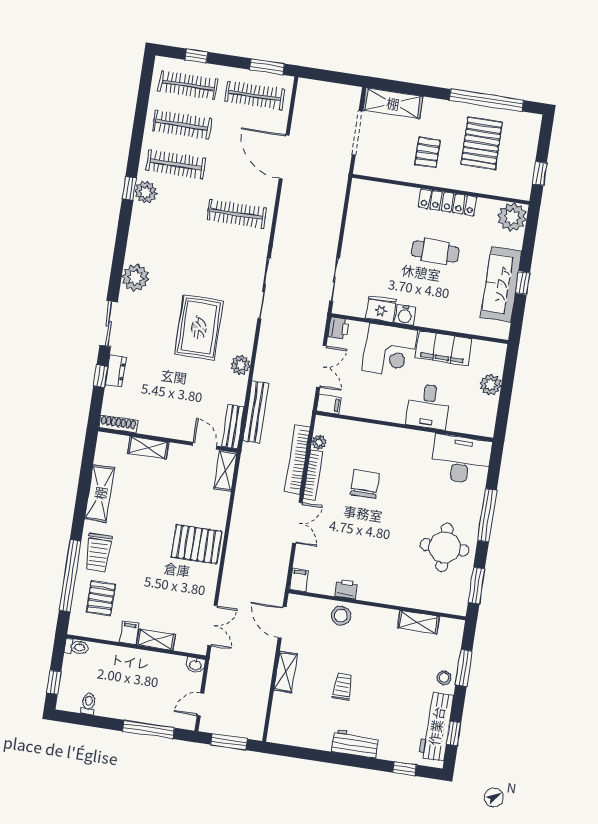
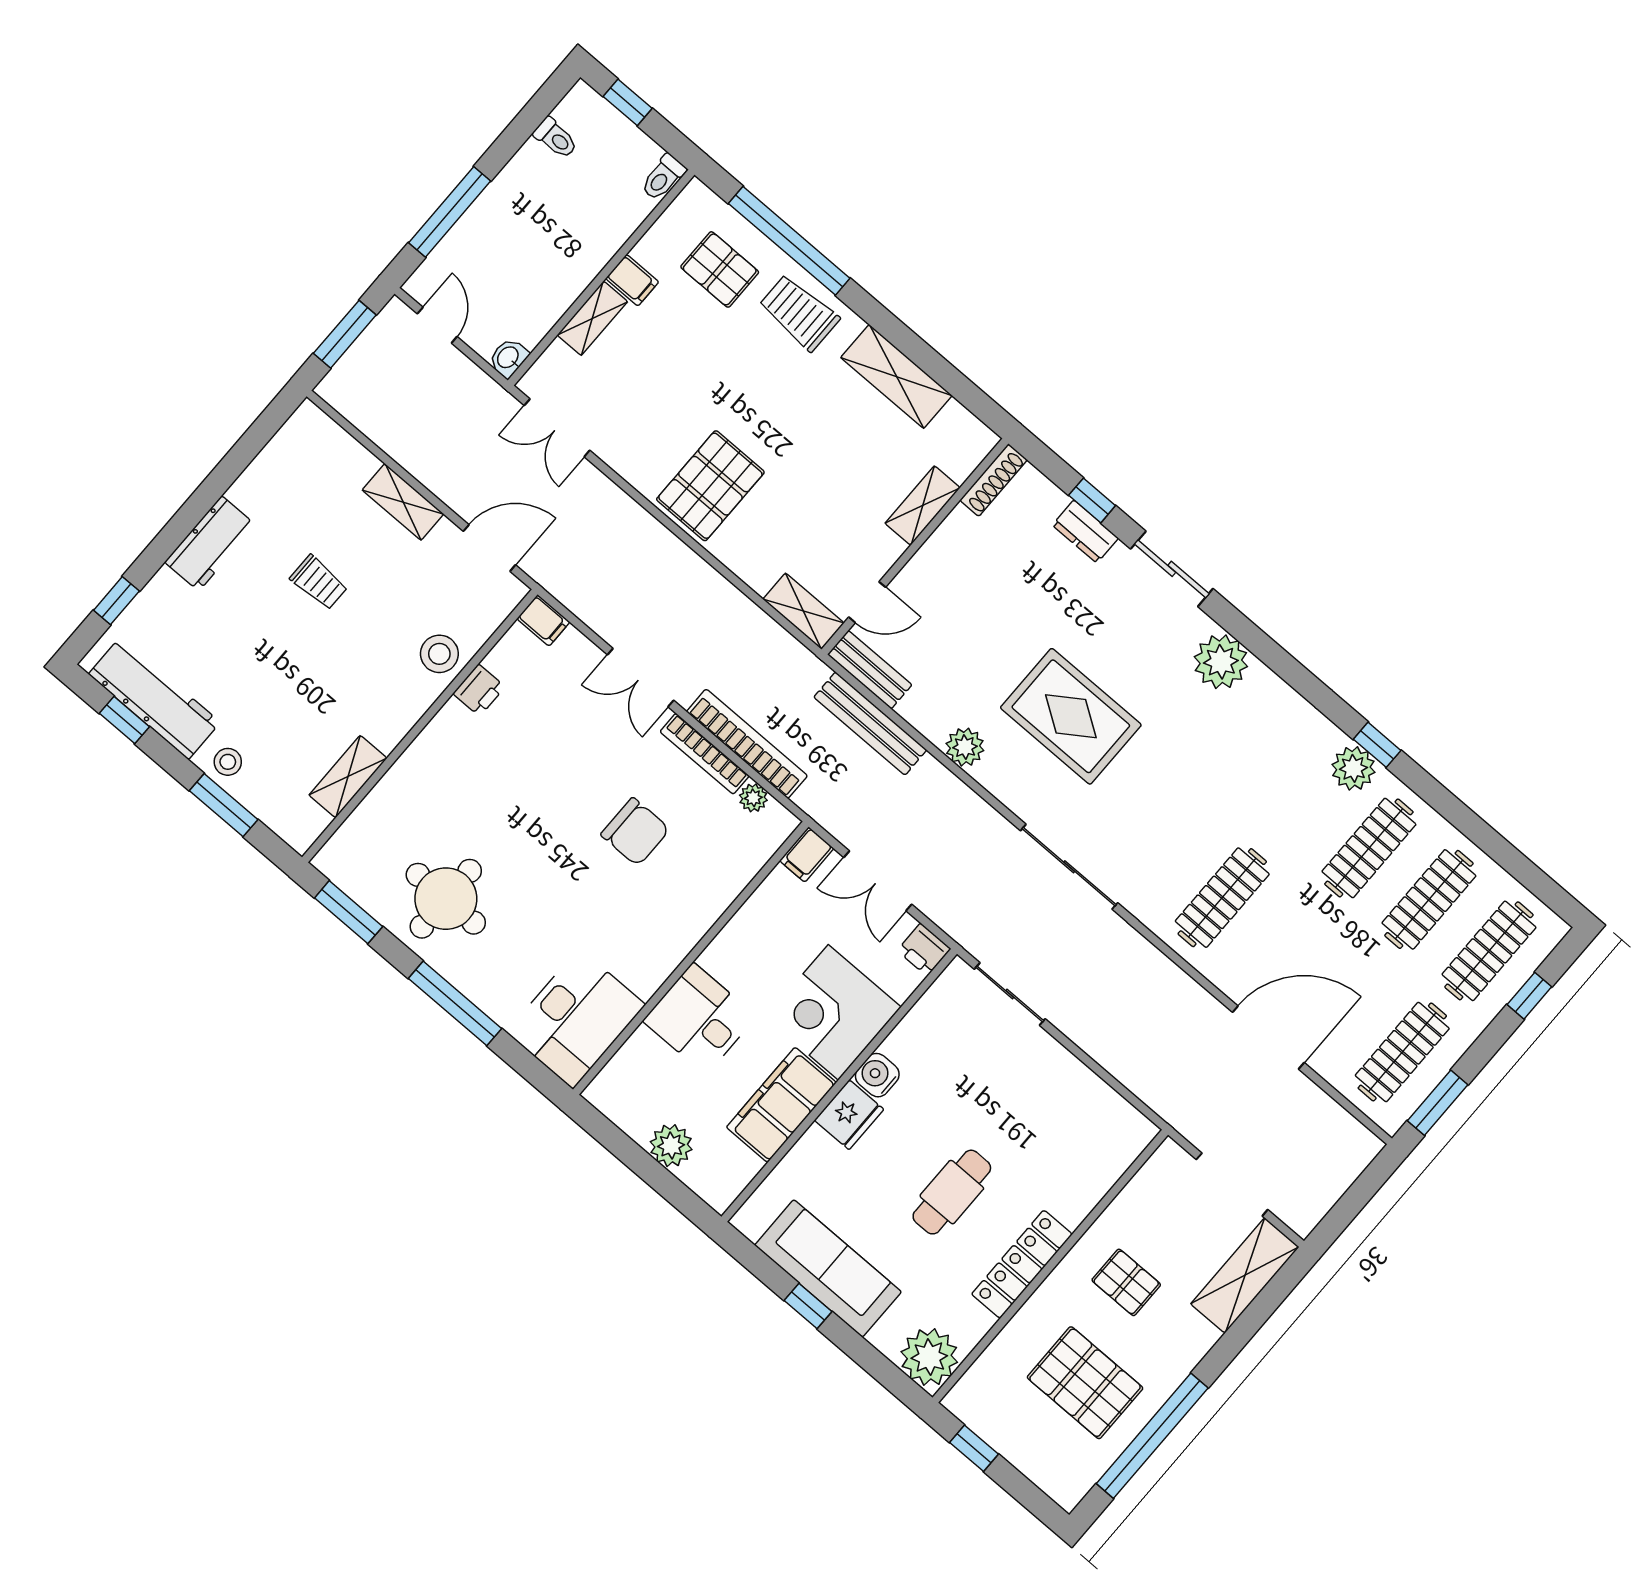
fridge: (381, 309) -> (849, 1115), moved

